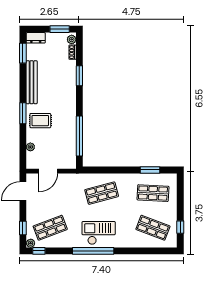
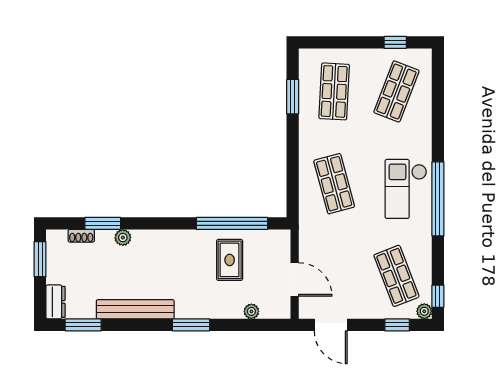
plant: (72, 39) -> (123, 238), moved
window: (79, 76) -> (103, 223), moved
rug: (40, 121) -> (230, 260), moved

